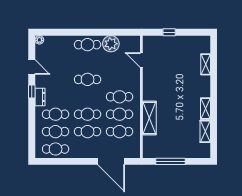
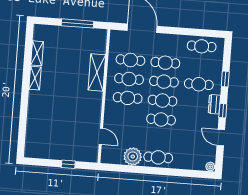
shelving: (206, 64) -> (31, 126), removed
window: (32, 121) -> (225, 79), added
cafe table: (56, 132) -> (162, 101), moved

